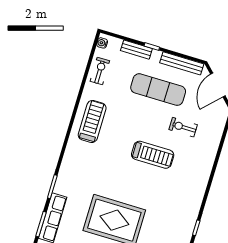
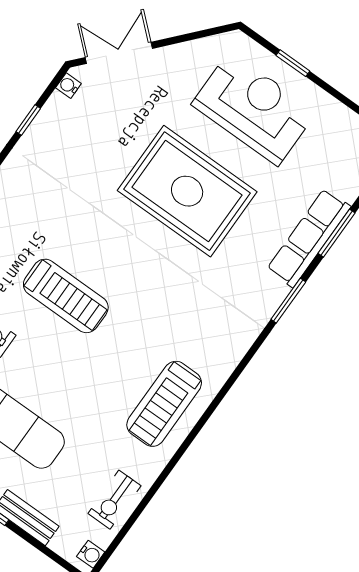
treadmill: (153, 155) -> (66, 296), turned 180

